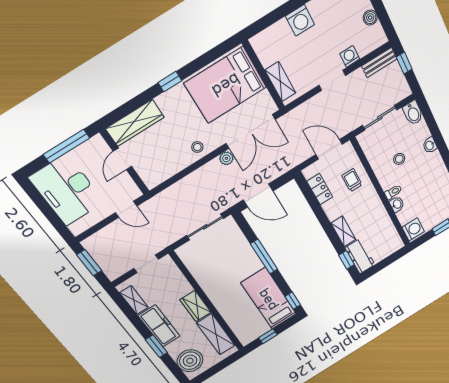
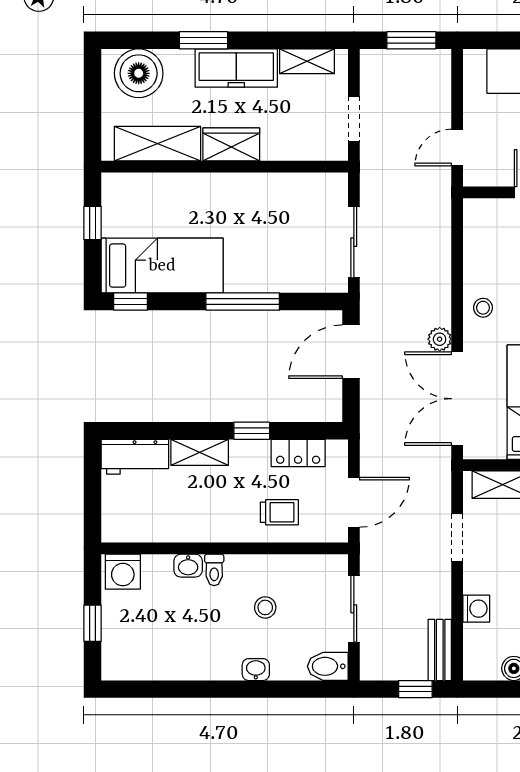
doorway: (332, 80) -> (457, 538), moved
window: (347, 260) -> (252, 431), moved

